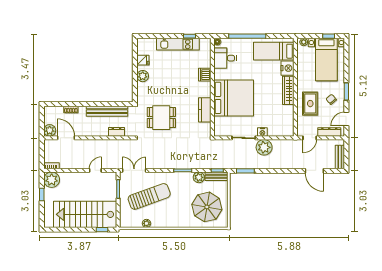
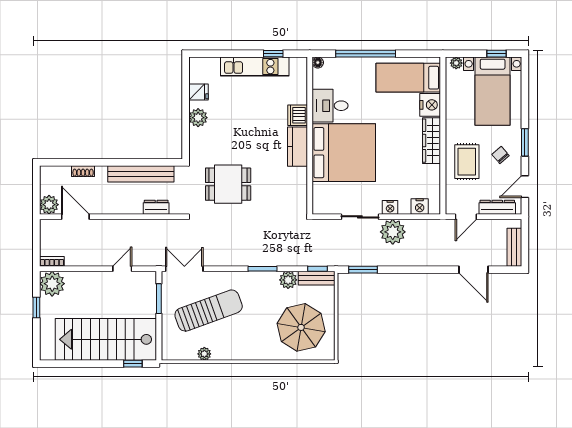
desk: (225, 58) -> (330, 106), moved
kitchen counter: (205, 110) -> (298, 147), moved
nightstand: (281, 132) -> (420, 207), added

